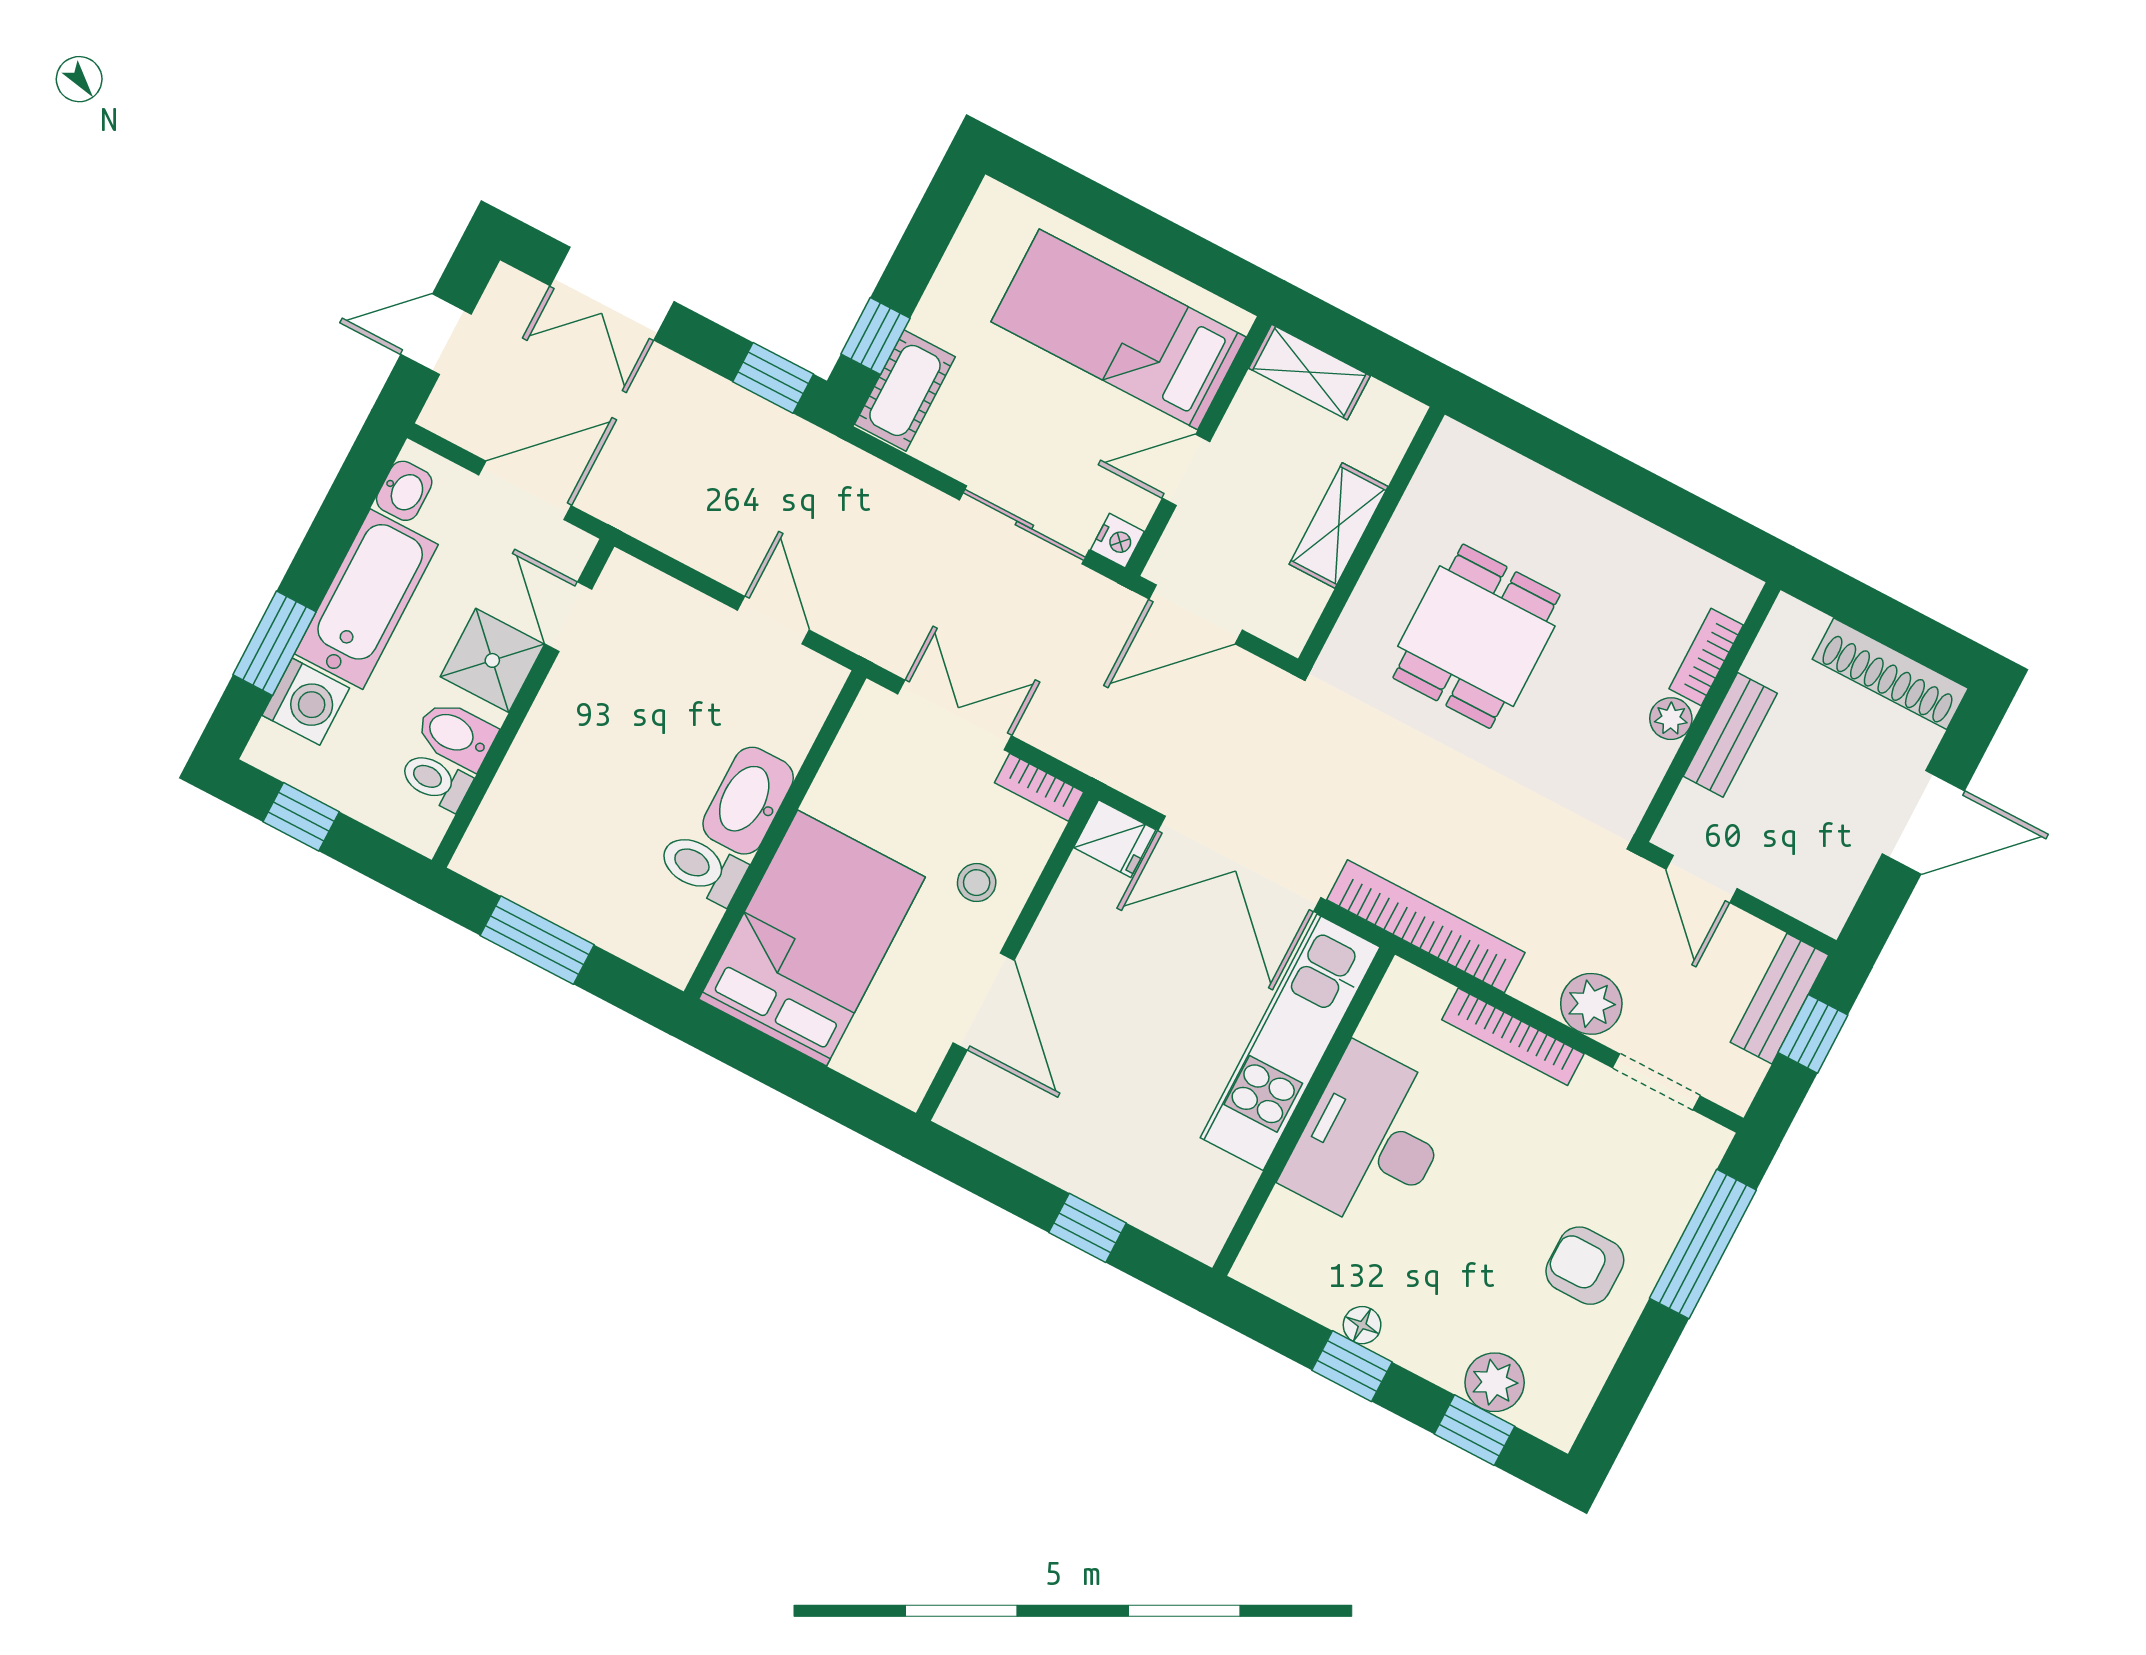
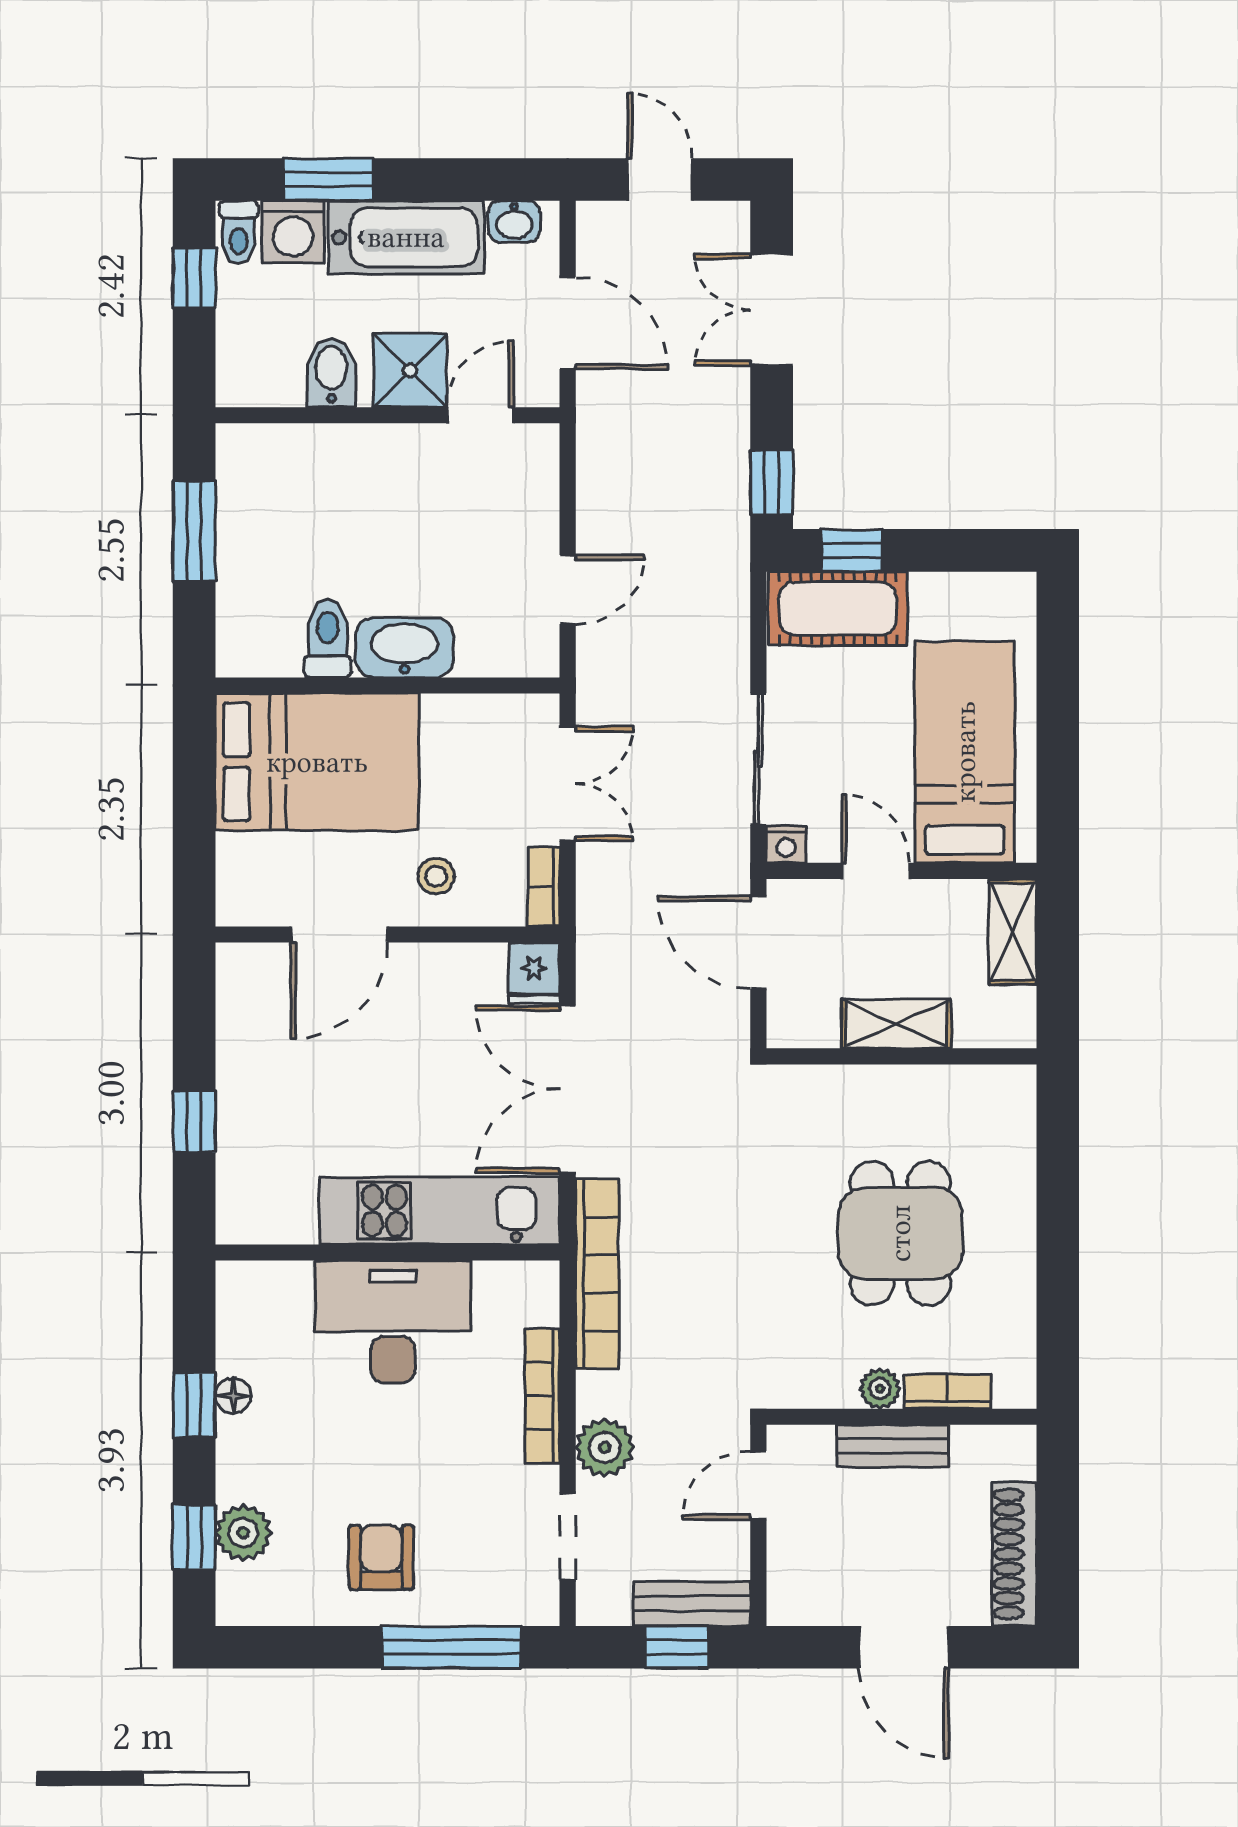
cot: (905, 390) -> (838, 609), width x1.37, depth x1.34
dining table: (1476, 636) -> (900, 1233), moved, turned 90
toilet: (436, 781) -> (239, 232), moved, turned 180

